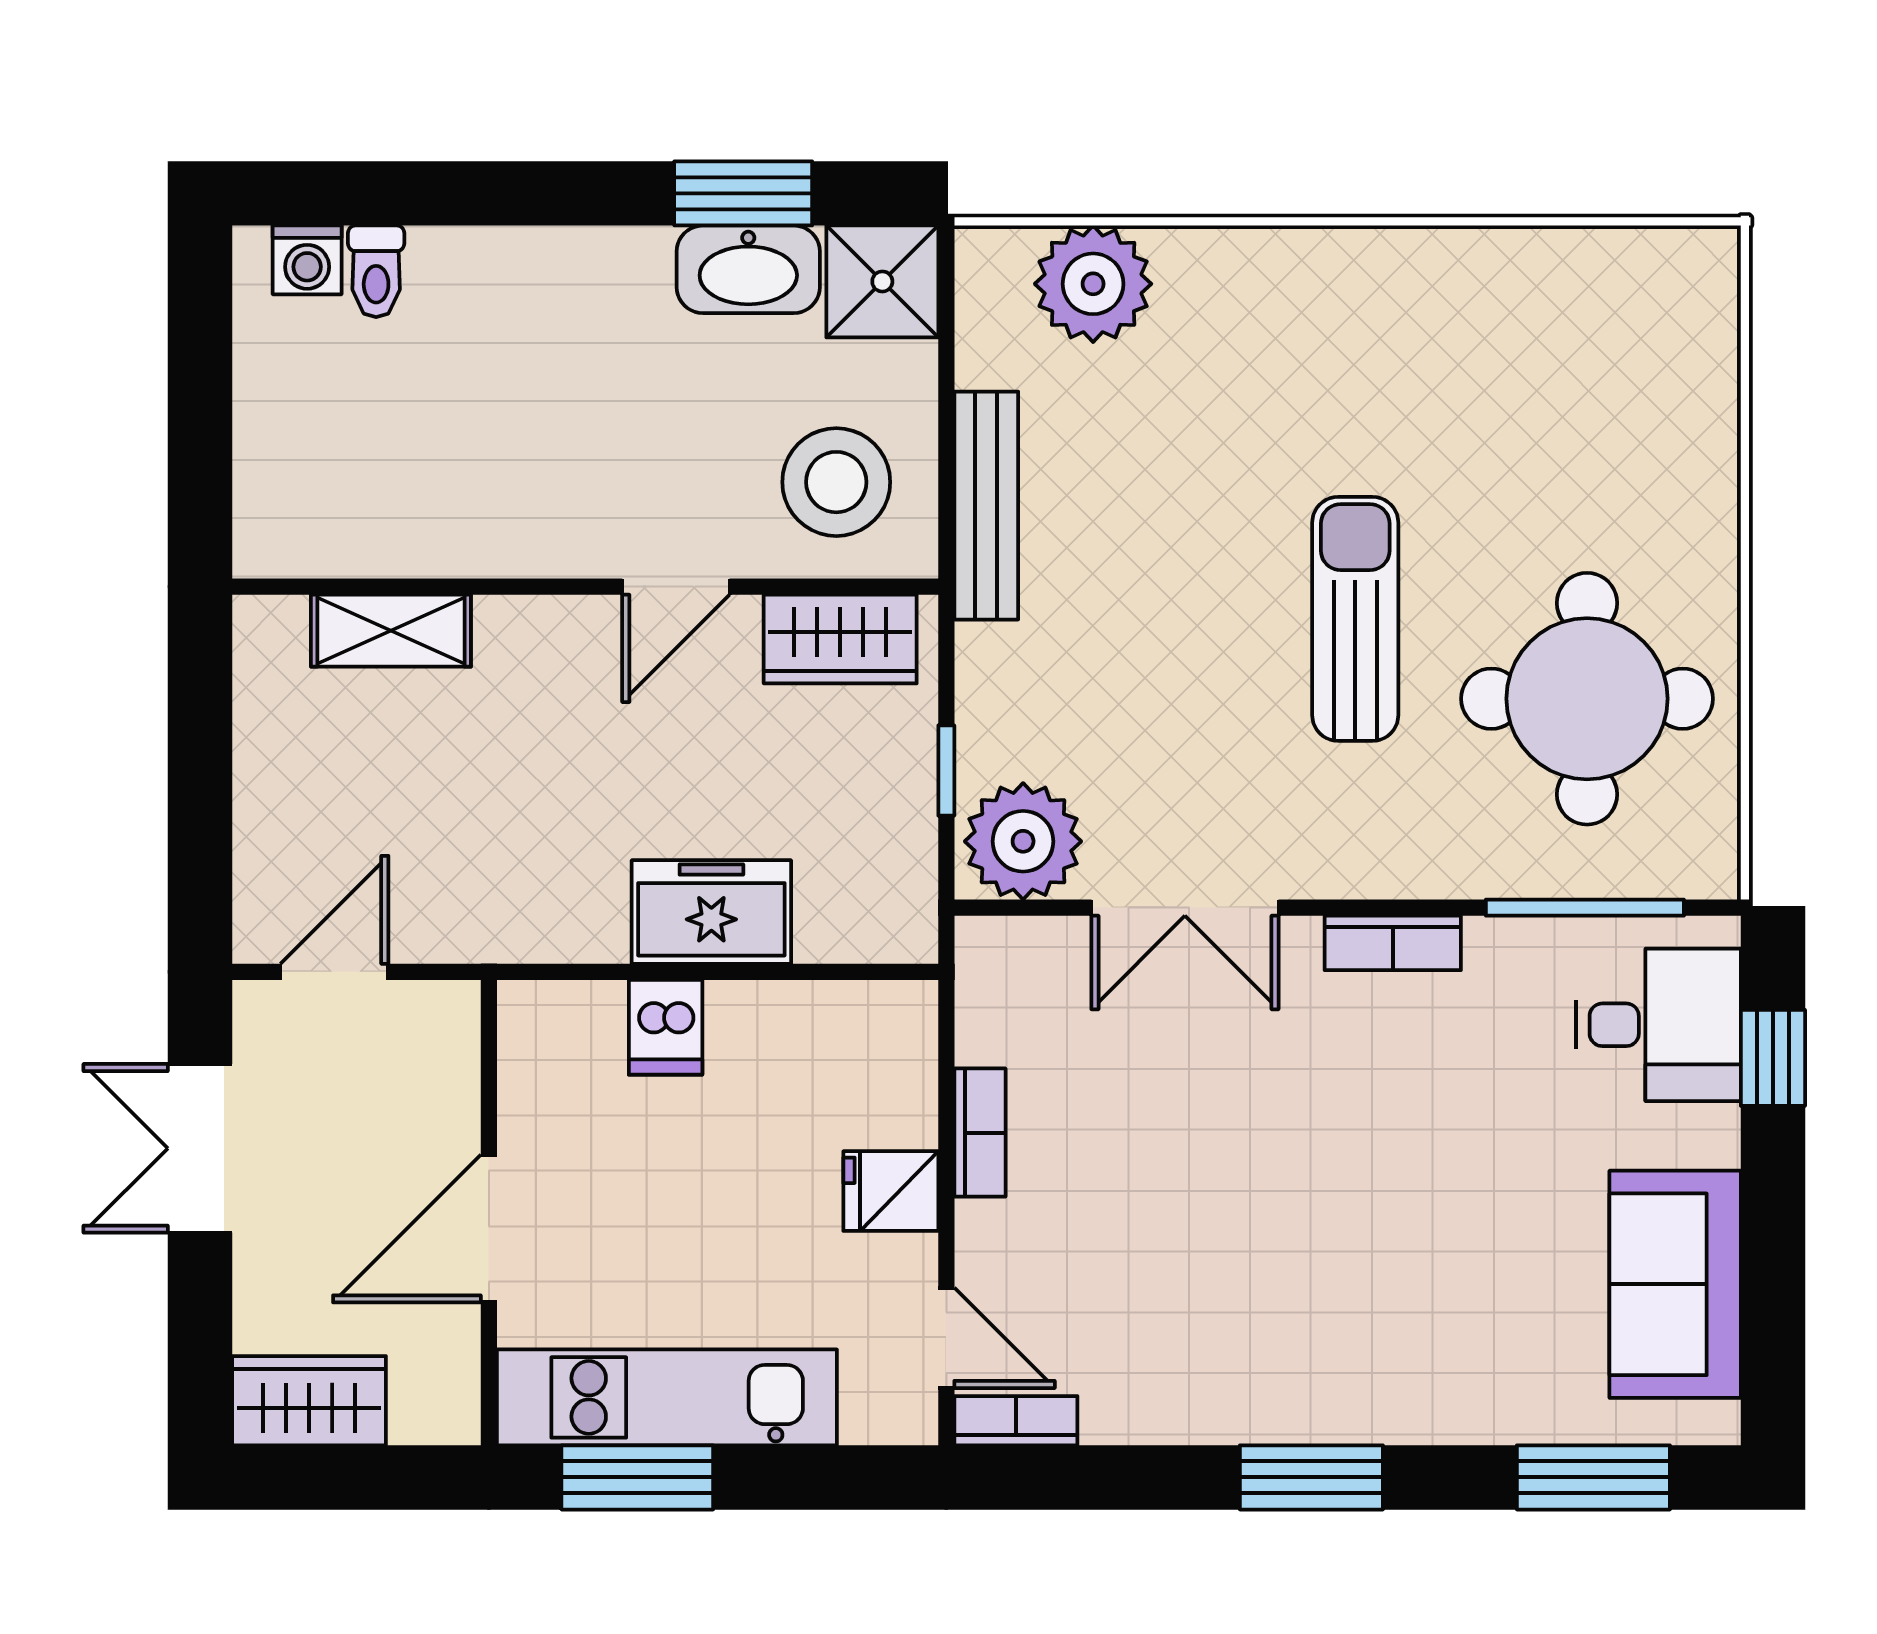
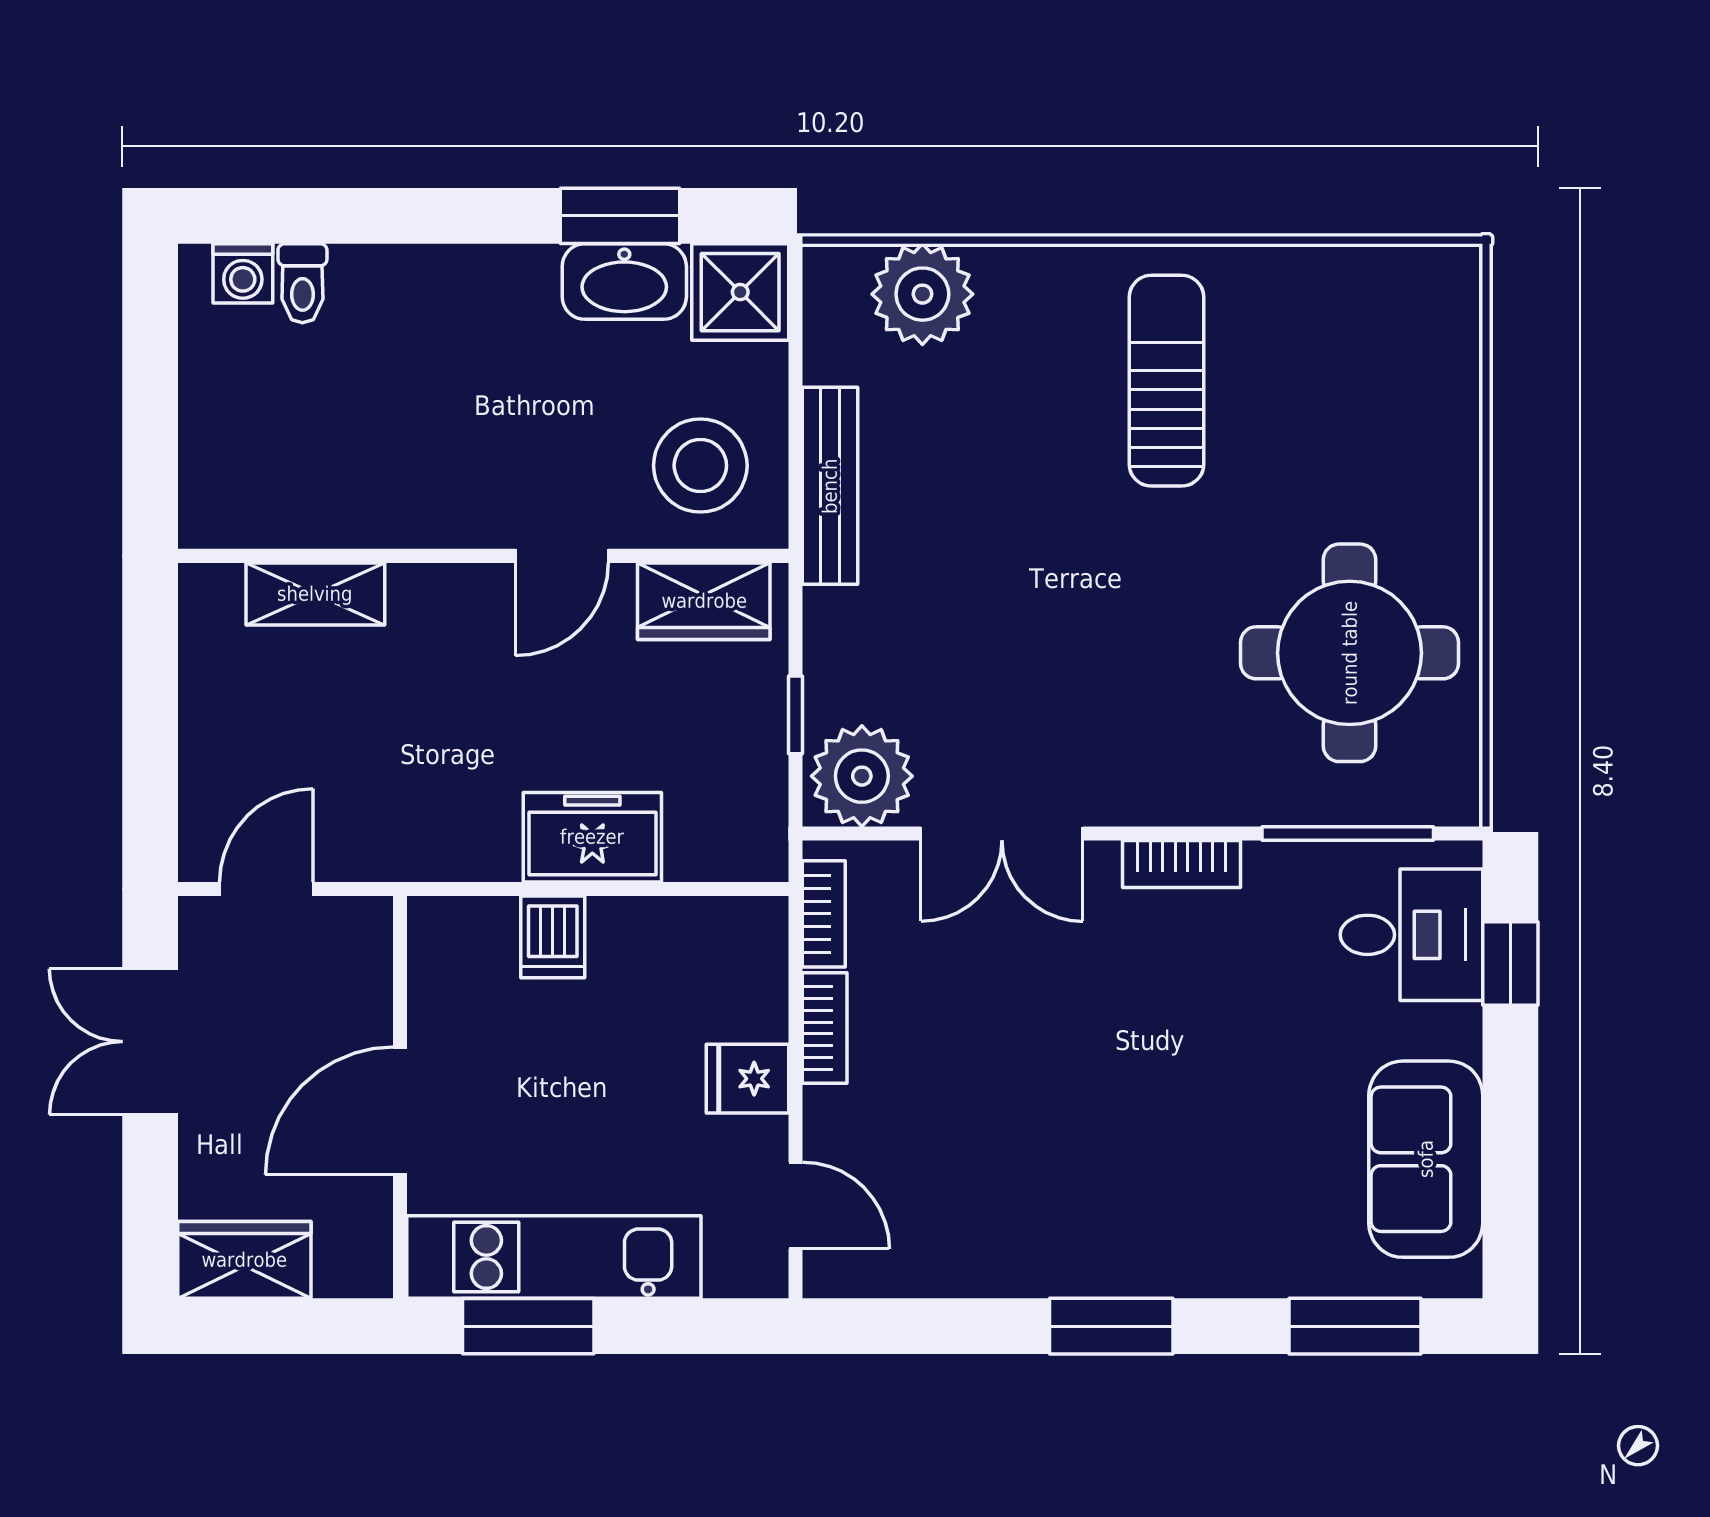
sun lounger: (1355, 619) -> (1166, 381), moved
bookcase: (1016, 1421) -> (824, 914), moved, turned 90

